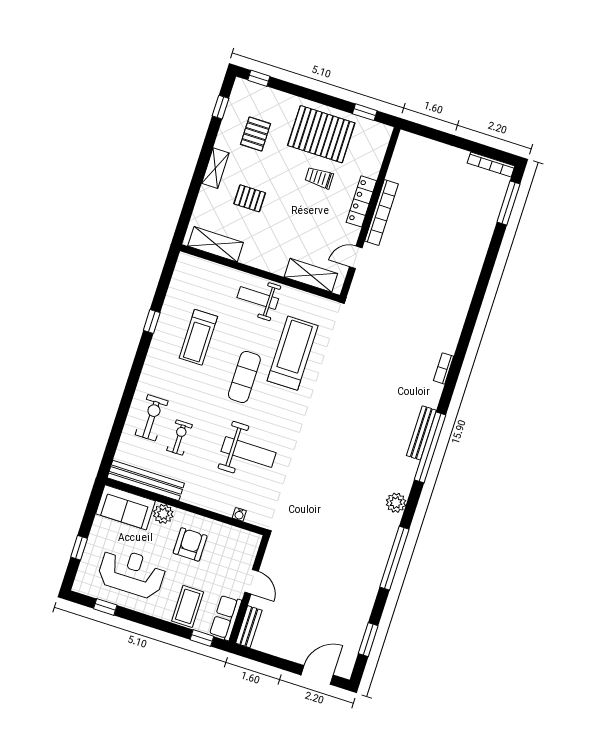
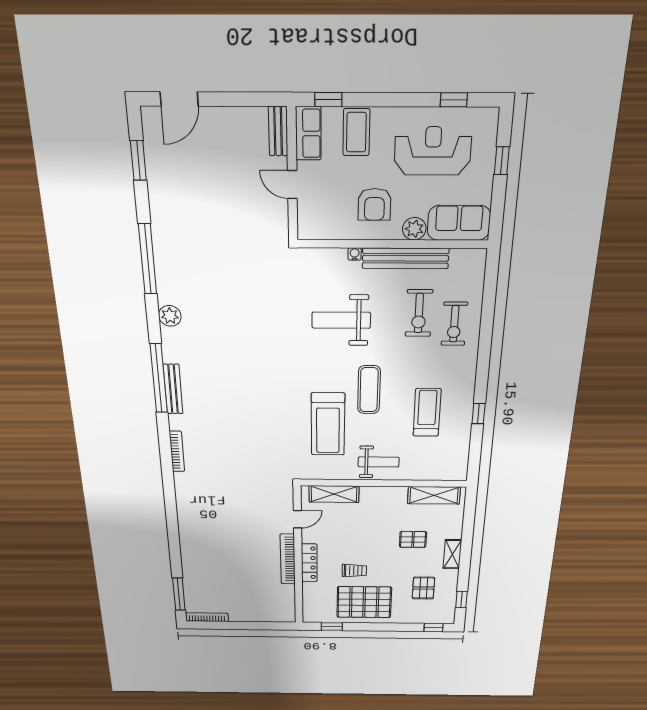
bookcase: (444, 368) -> (177, 451), width x1.56
exercise bike: (180, 437) -> (419, 313), width x1.38, depth x1.39
bench: (146, 480) -> (405, 258), moved
water cooler: (239, 514) -> (355, 254), moved
reception desk: (132, 573) -> (433, 151), turned 180

